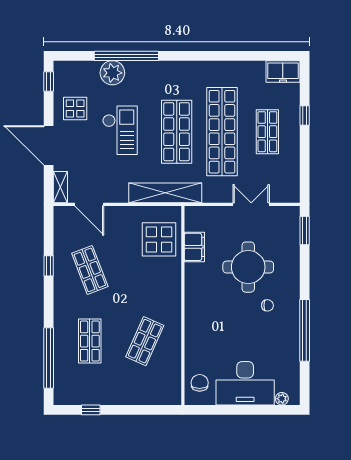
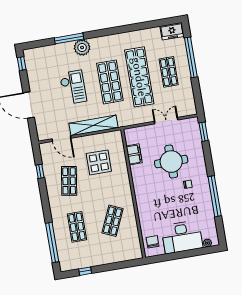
window: (126, 56) -> (69, 38), width x0.68
plant: (112, 73) -> (82, 48), moved
display table: (75, 108) -> (42, 78), removed
window: (305, 116) -> (191, 57), width x3.17
shelving: (60, 187) -> (41, 131), removed
shelving: (165, 193) -> (94, 125), moved
display table: (159, 239) -> (99, 162), moved
window: (49, 266) -> (40, 171), moved
shop shelf: (90, 270) -> (69, 181), turned 30

